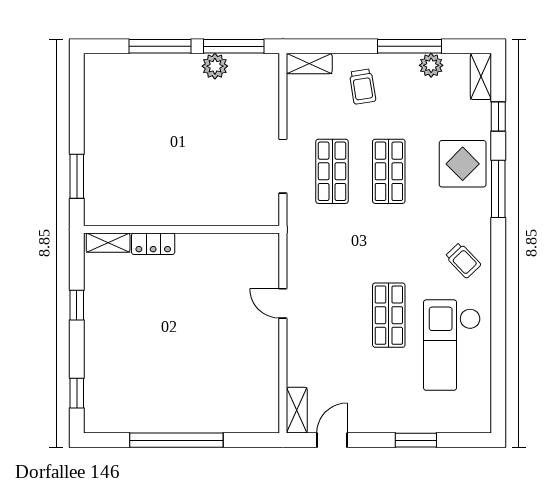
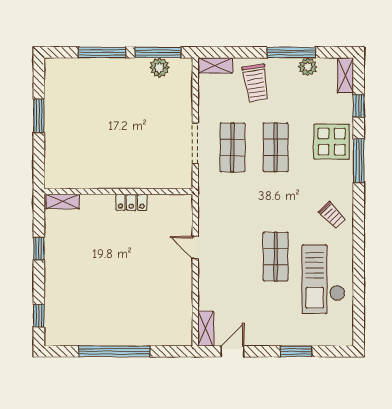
plant: (215, 66) -> (159, 68), moved
trolley: (363, 87) -> (256, 83), width x1.36, depth x1.39
window: (77, 176) -> (39, 116), moved
locker: (153, 244) -> (131, 202), moved

